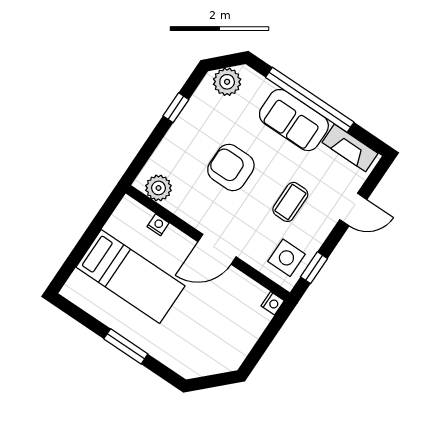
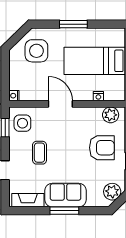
window: (310, 100) -> (64, 211), width x0.47
armchair: (231, 168) -> (102, 148), moved
door: (217, 249) -> (60, 104), hinge flipped
side table: (201, 344) -> (36, 51), added

